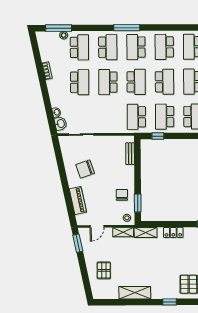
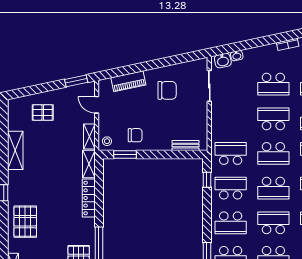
chair: (85, 169) -> (167, 90), turned 109
locker: (173, 232) -> (89, 198), width x1.53

